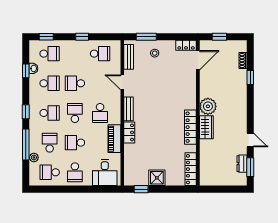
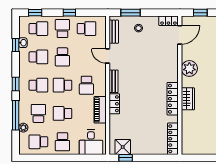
school desk: (75, 54) -> (62, 29), added
school desk: (75, 83) -> (62, 57), turned -90
plant: (208, 106) -> (189, 68), moved
school desk: (75, 113) -> (62, 85), turned -90
shower: (157, 178) -> (123, 147), moved

